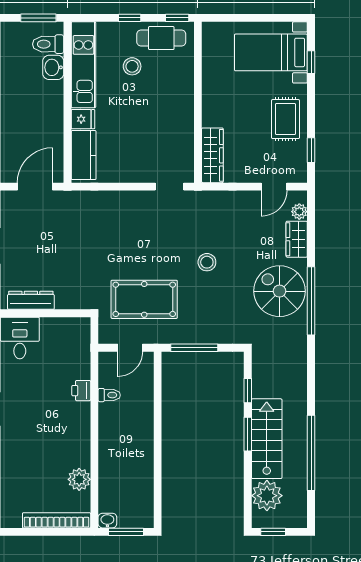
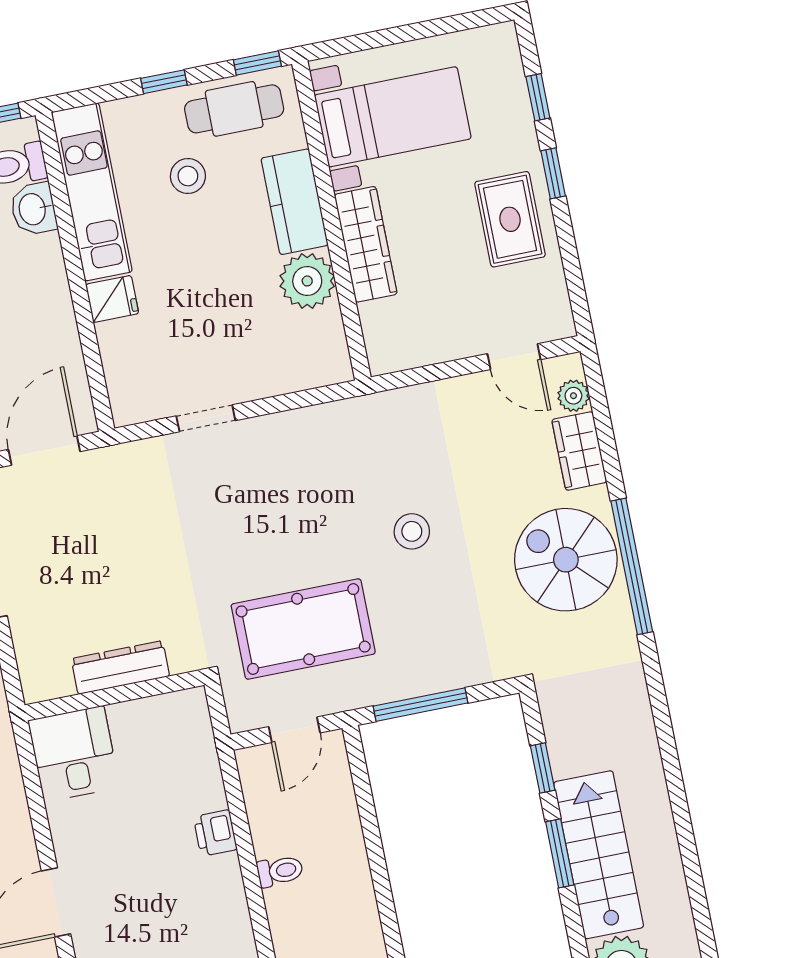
bed with nightstands: (271, 52) -> (393, 117), moved, turned 180
plant: (180, 129) -> (307, 281), added
window: (311, 150) -> (553, 173), moved
kitchen counter: (84, 155) -> (295, 202), moved, turned 180
wardrobe: (212, 155) -> (366, 244), moved
doorway: (170, 187) -> (206, 418), moved
door: (274, 187) -> (514, 357), hinge flipped
dresser: (31, 300) -> (120, 667), moved
toilet: (109, 395) -> (280, 871), moved
window: (311, 453) -> (691, 865), removed

